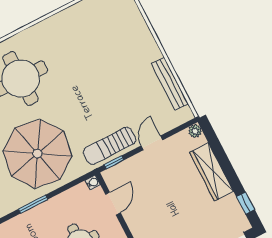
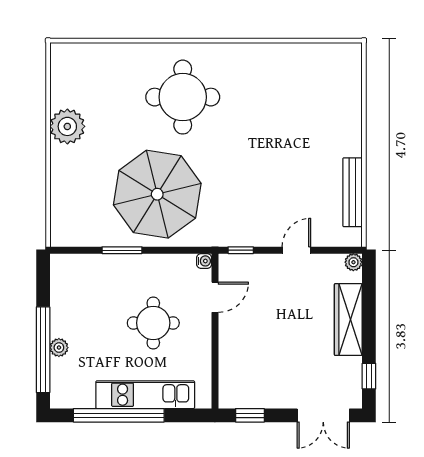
sun lounger: (110, 146) -> (246, 228), removed

